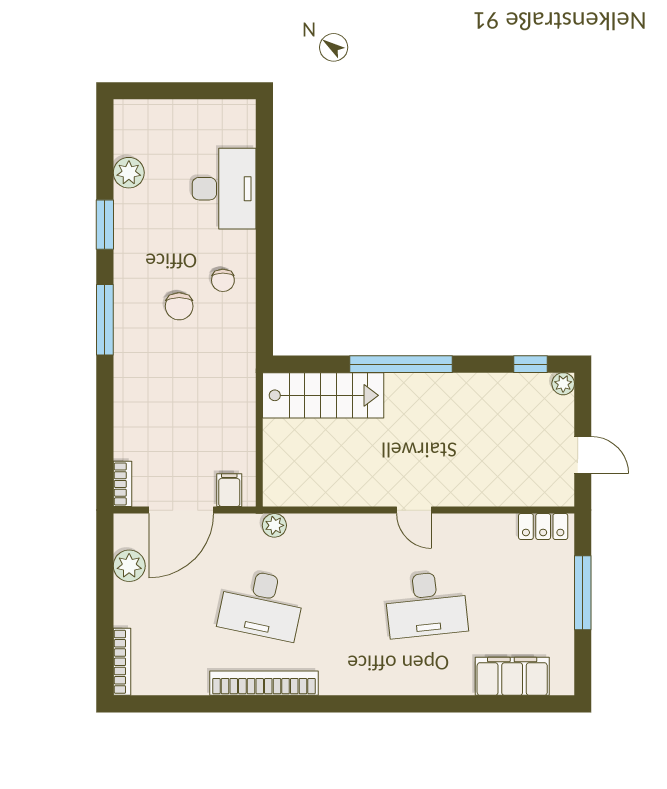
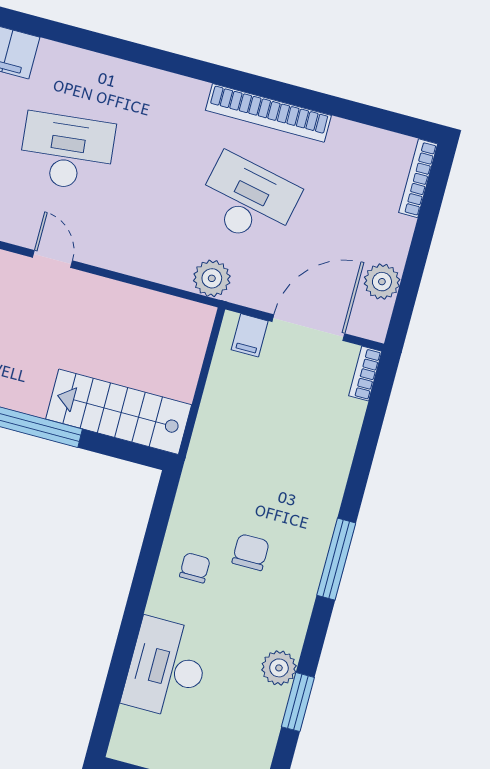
plant: (129, 173) -> (279, 668), moved
window: (105, 225) -> (298, 702), moved
plant: (274, 525) -> (212, 278), width x1.38, depth x1.38

